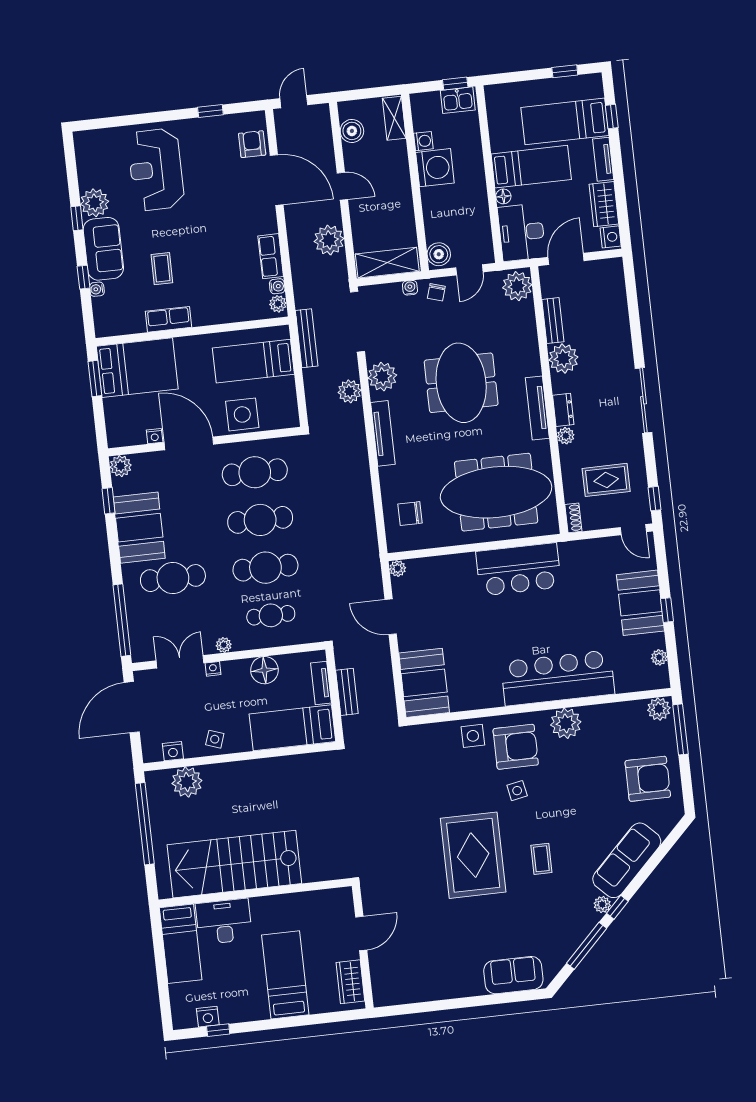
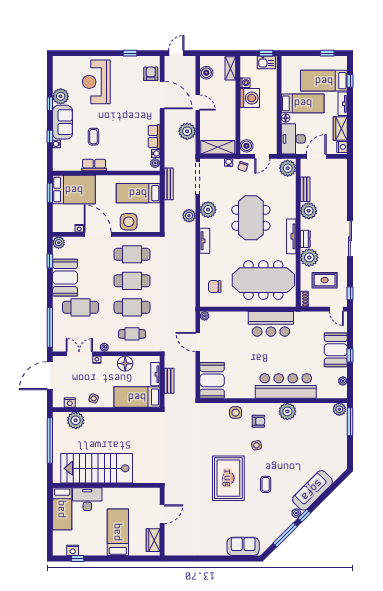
tv unit: (383, 433) -> (205, 241), width x0.71
plant: (566, 436) -> (309, 257), width x1.88, depth x1.88
armchair: (516, 747) -> (258, 421), width x0.53, depth x0.53
armchair: (648, 779) -> (329, 447), removed

